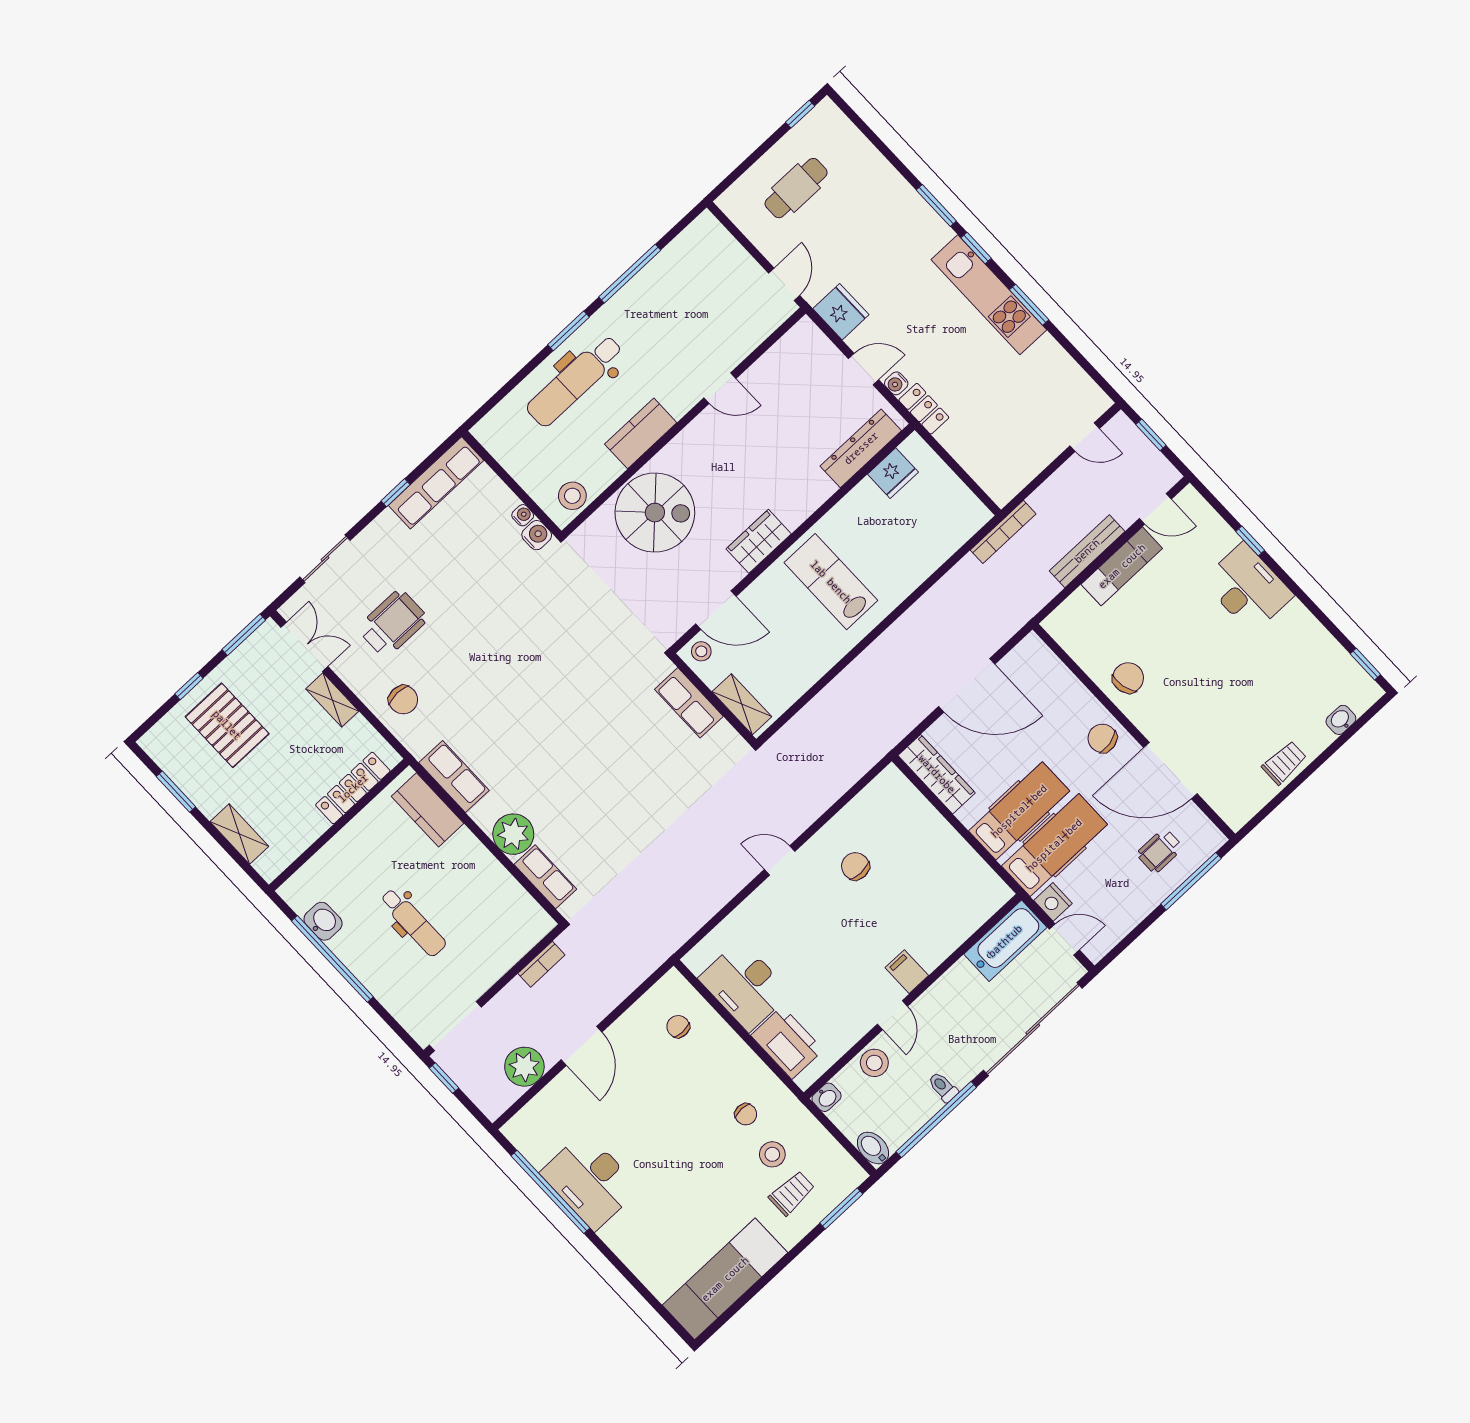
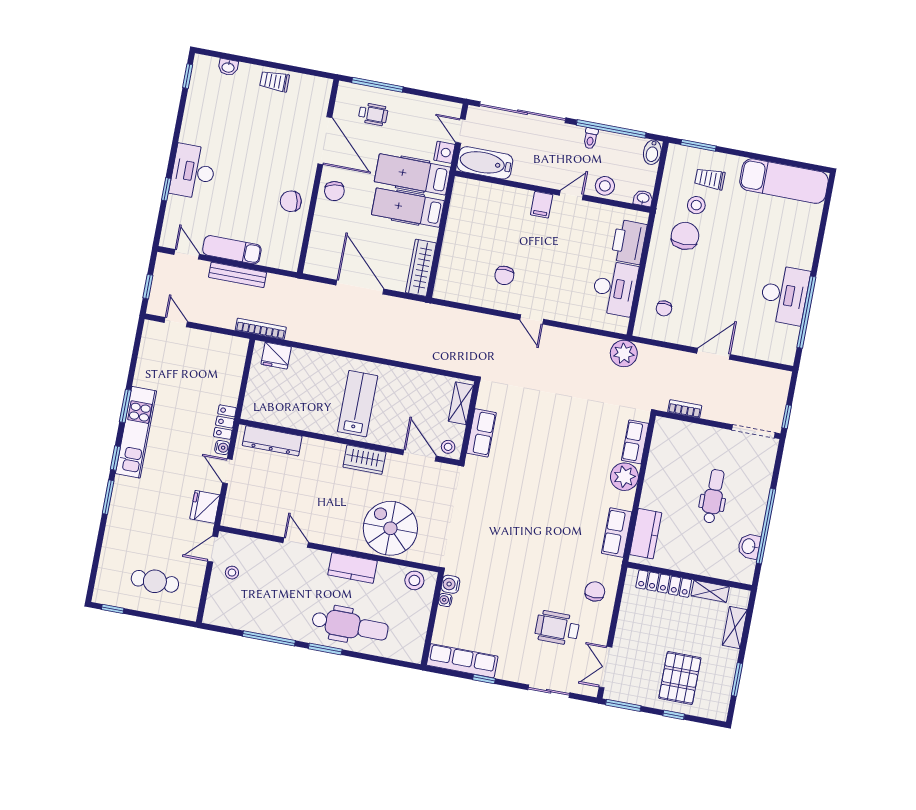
stool: (740, 287) -> (232, 573), added
fridge: (893, 473) -> (276, 356), moved, turned 180
lab bench: (831, 582) -> (358, 404), turned 180
shelving: (332, 700) -> (710, 591), moved, turned 90
plant: (524, 1067) -> (624, 353), moved
chair: (746, 1114) -> (685, 236), width x1.87, depth x1.87

